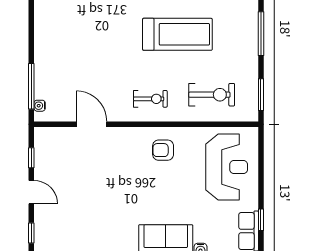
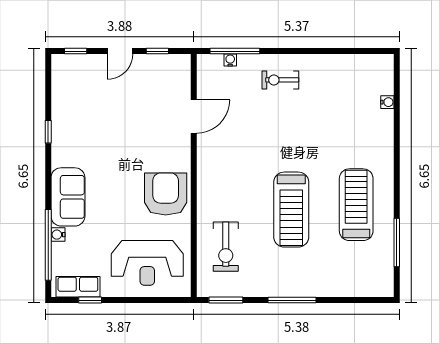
exercise bike: (150, 99) -> (280, 80), moved, turned 90
water cooler: (40, 106) -> (230, 60), moved
armchair: (163, 150) -> (166, 194), width x1.88, depth x1.88

